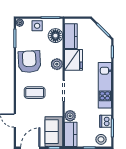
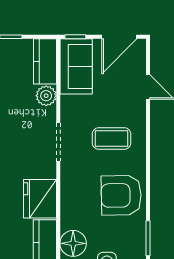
armchair: (29, 62) -> (121, 195), turned 92
plant: (57, 64) -> (71, 191), removed

